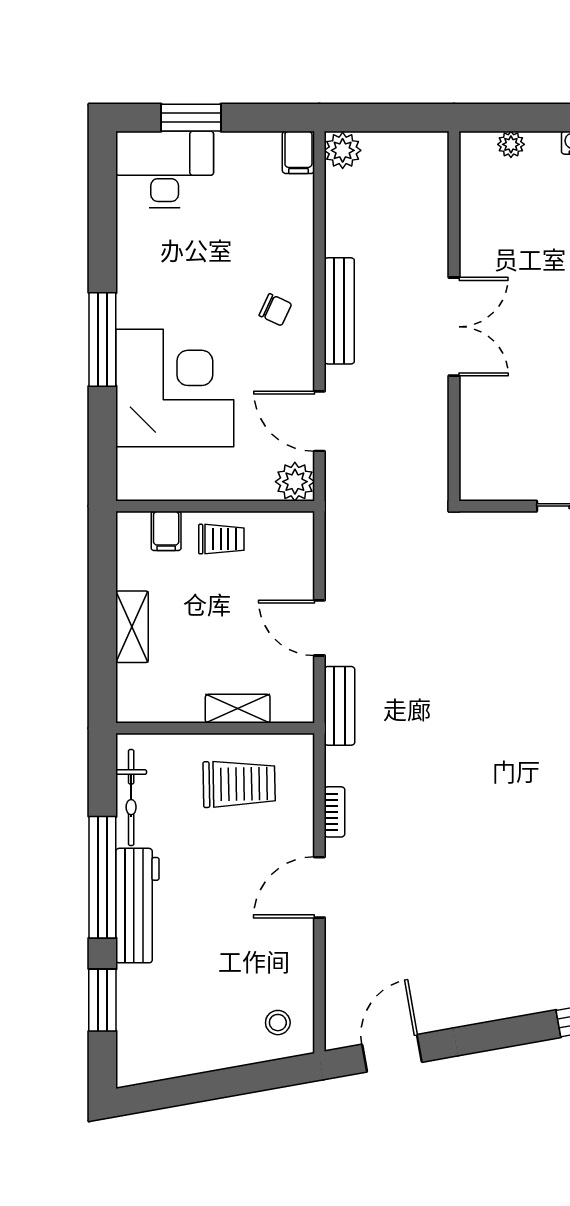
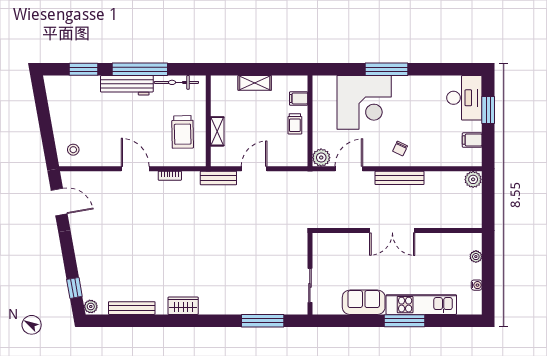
filing cabinet: (298, 152) -> (472, 140), moved

